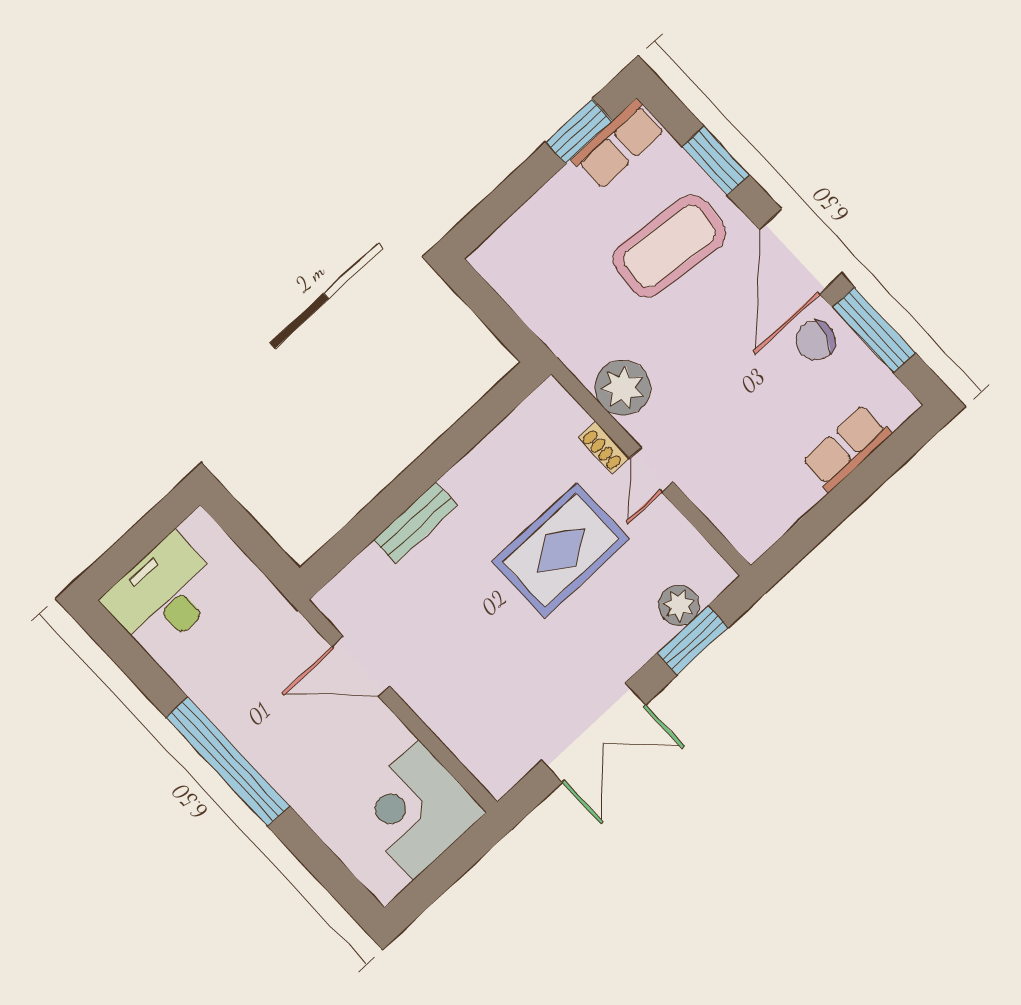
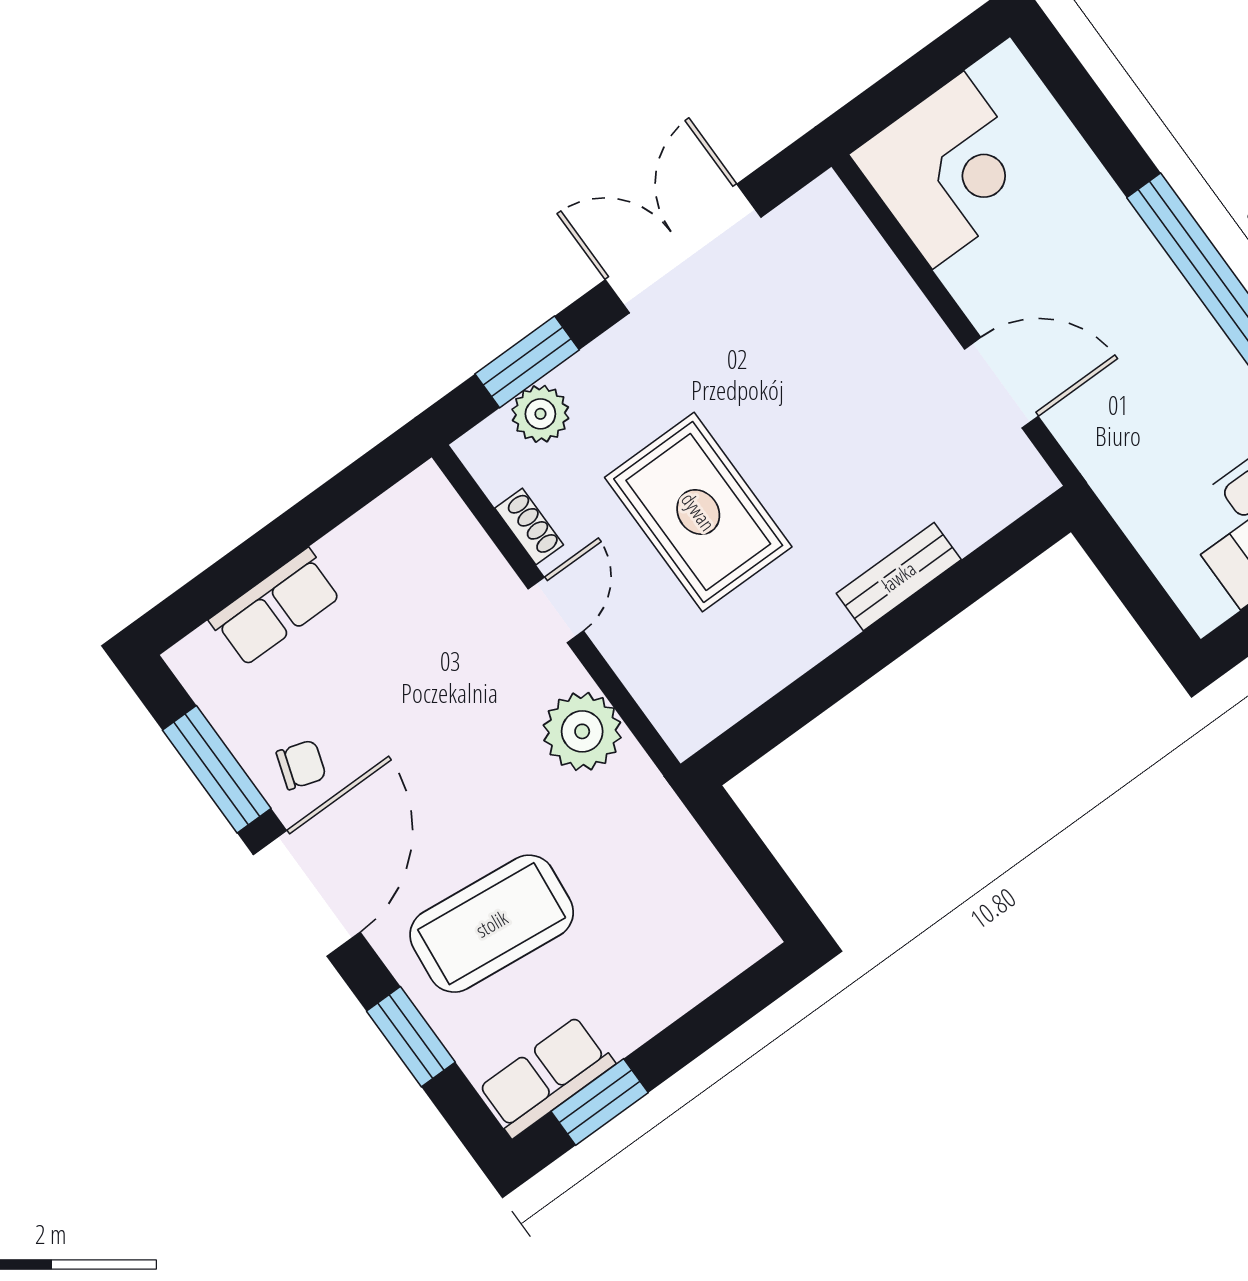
chair: (815, 341) -> (301, 765), width x0.73, depth x0.73
shoe rack: (604, 448) -> (529, 526), moved
rug: (561, 550) -> (698, 512), turned 90

